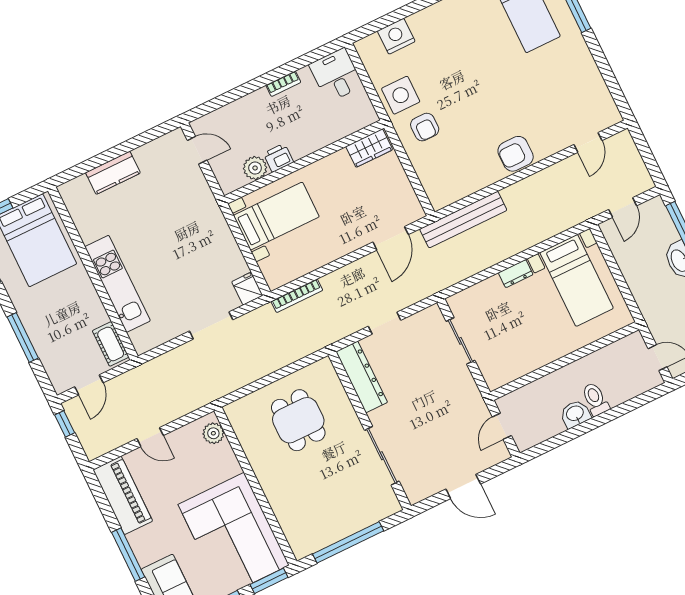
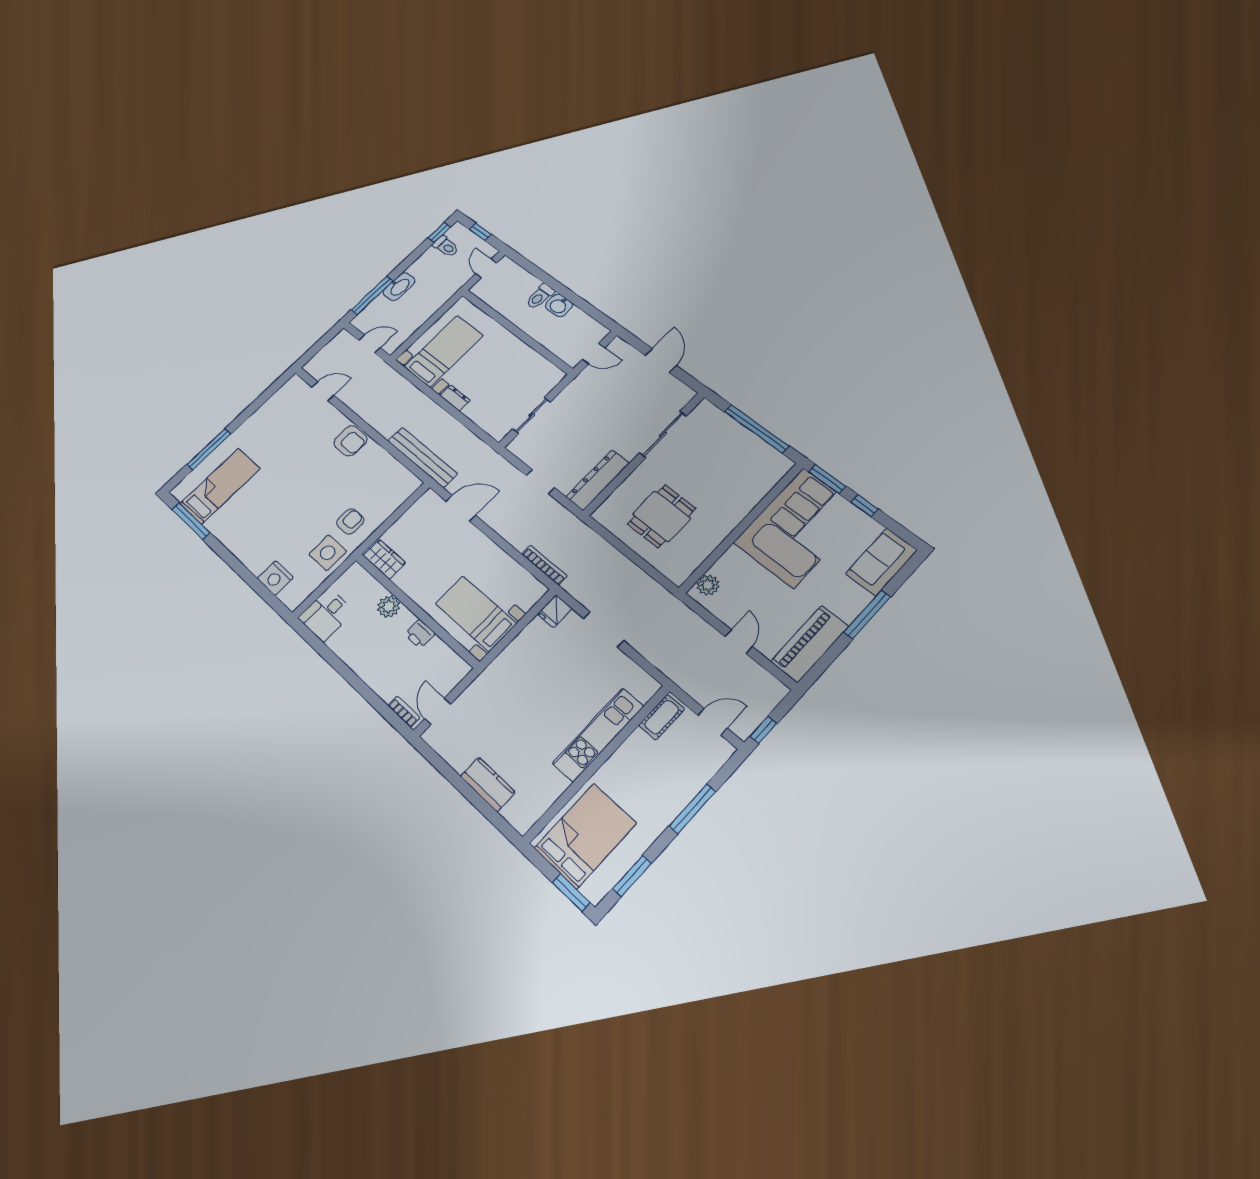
bookcase: (283, 84) -> (404, 712), moved
plant: (255, 168) -> (389, 607), moved

